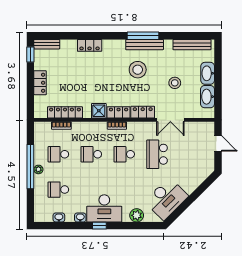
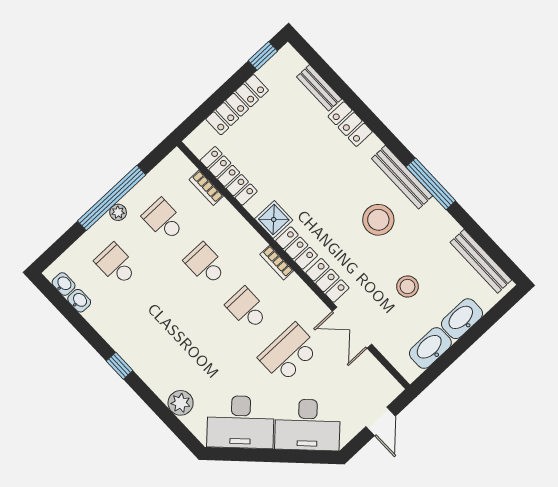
bench: (47, 44) -> (319, 88), moved
bench: (145, 45) -> (402, 177), moved
locker: (40, 83) -> (237, 105), width x1.53
desk: (104, 208) -> (308, 425), moved, turned -45
washbasin: (80, 217) -> (64, 284), moved

